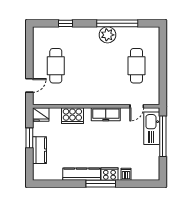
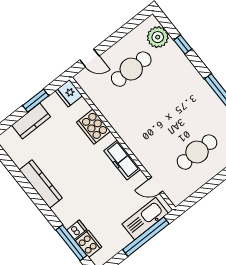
plant: (107, 35) -> (158, 37), moved
cooker: (109, 174) -> (88, 244), moved
window: (101, 184) -> (71, 243), moved

